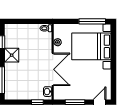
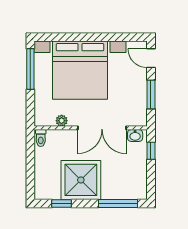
bed with nightstands: (91, 46) -> (80, 70), width x1.36
shower: (12, 55) -> (81, 180), width x1.86, depth x1.86
double door: (53, 69) -> (102, 128), swing flipped

